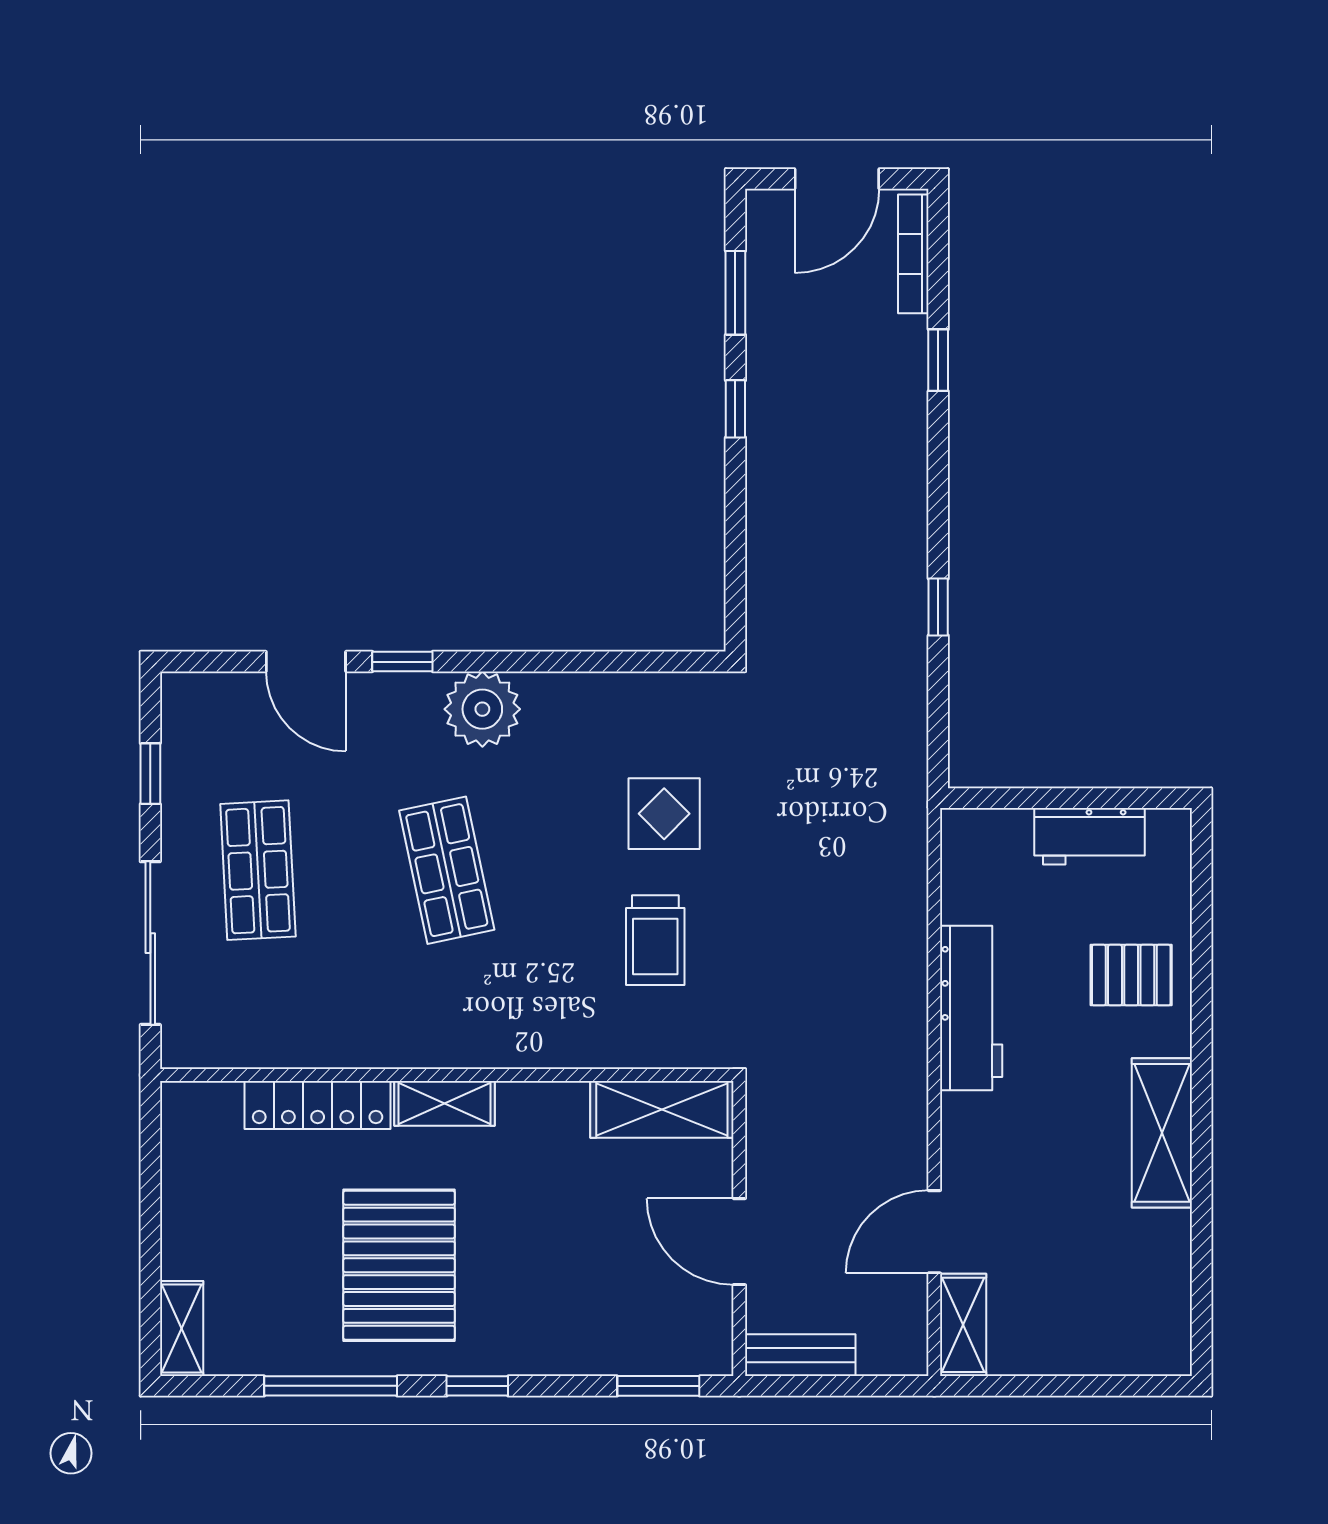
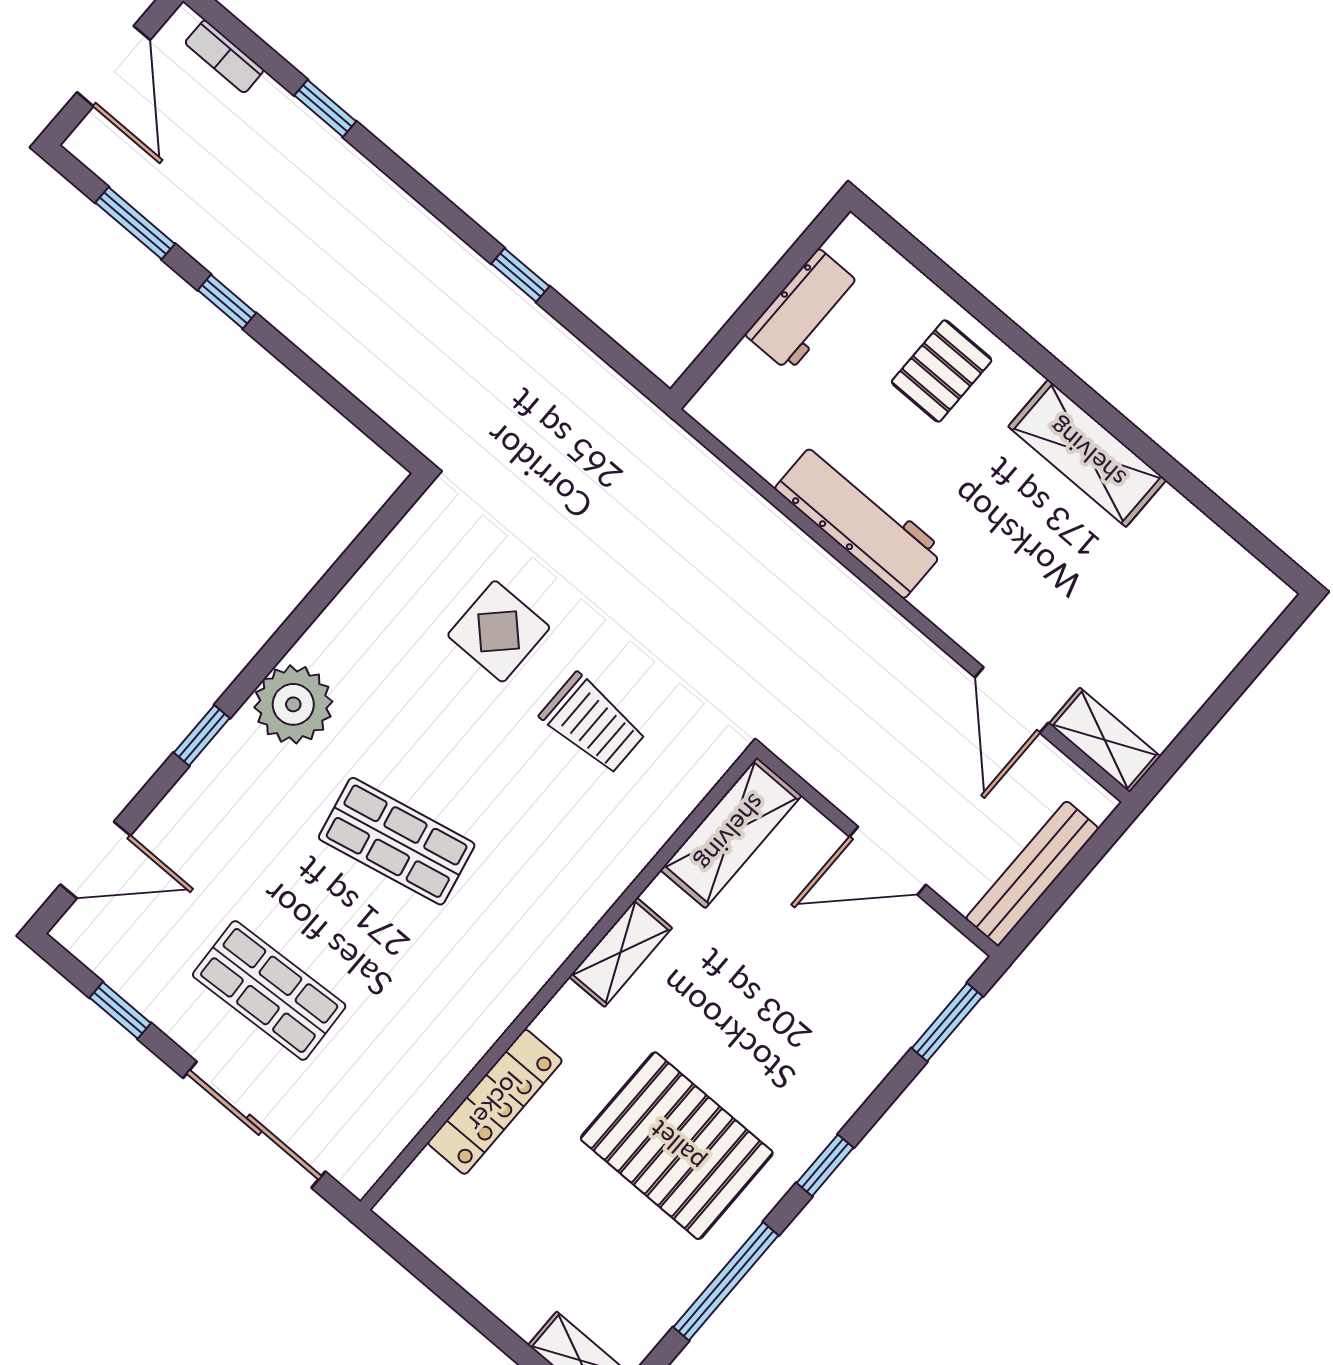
bookcase: (913, 254) -> (224, 56), width x0.64
door: (306, 662) -> (95, 860), moved
shelving: (445, 1103) -> (621, 952), moved
bench: (800, 1355) -> (1032, 873), width x1.36

